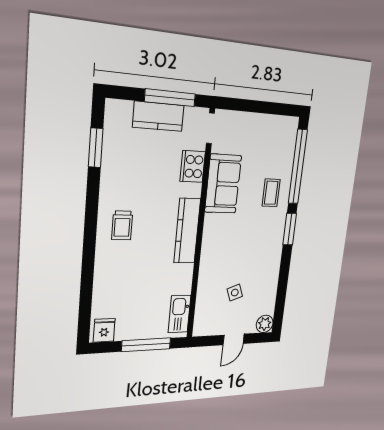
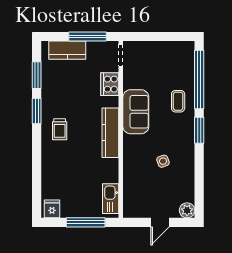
kitchen counter: (158, 116) -> (67, 50), moved
sofa: (223, 184) -> (136, 112), moved
window: (92, 199) -> (37, 111), added
side table: (235, 293) -> (163, 161), moved

